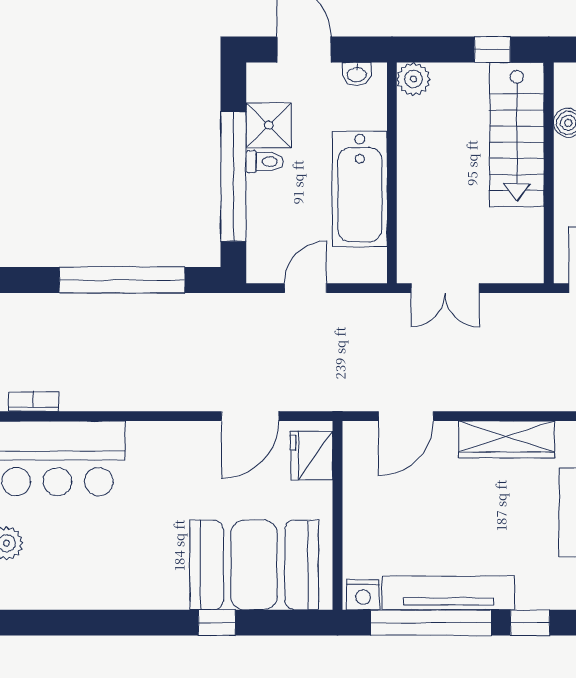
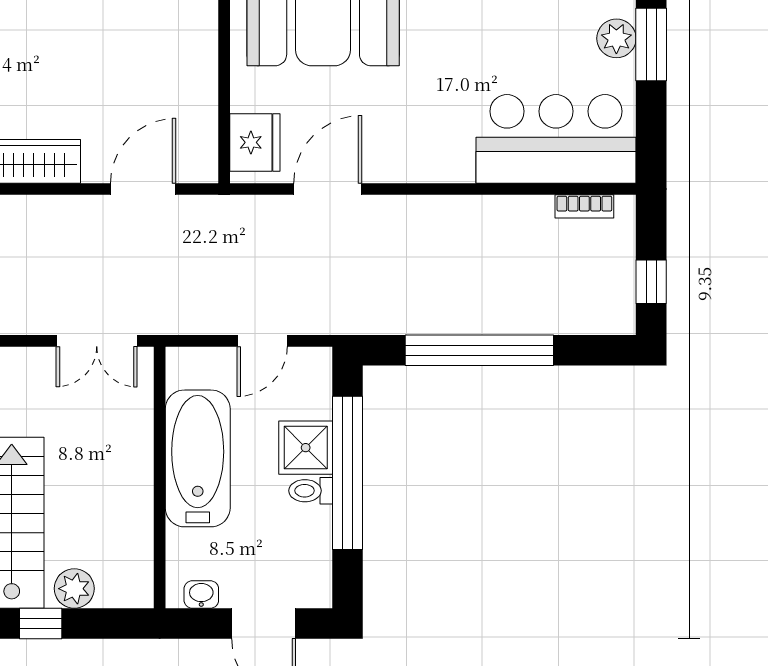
plant: (413, 79) -> (74, 589), moved
shower: (269, 125) -> (306, 448), moved
double door: (445, 288) -> (97, 341), swing flipped

